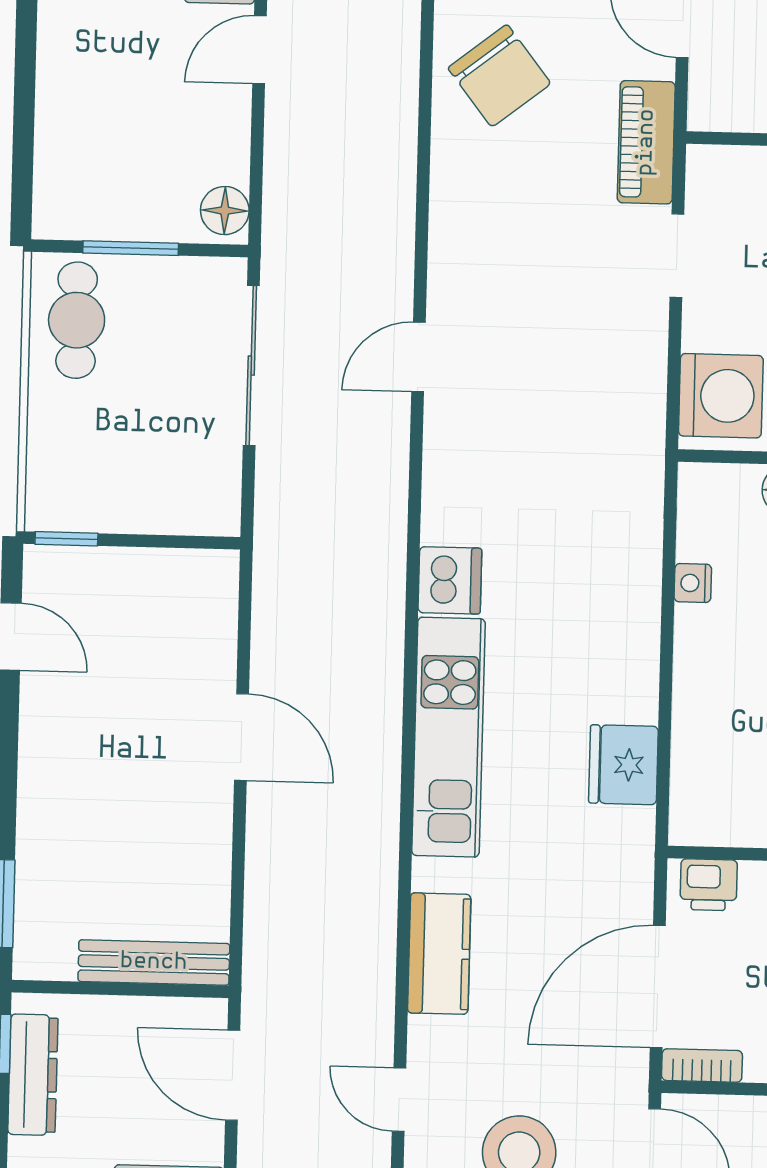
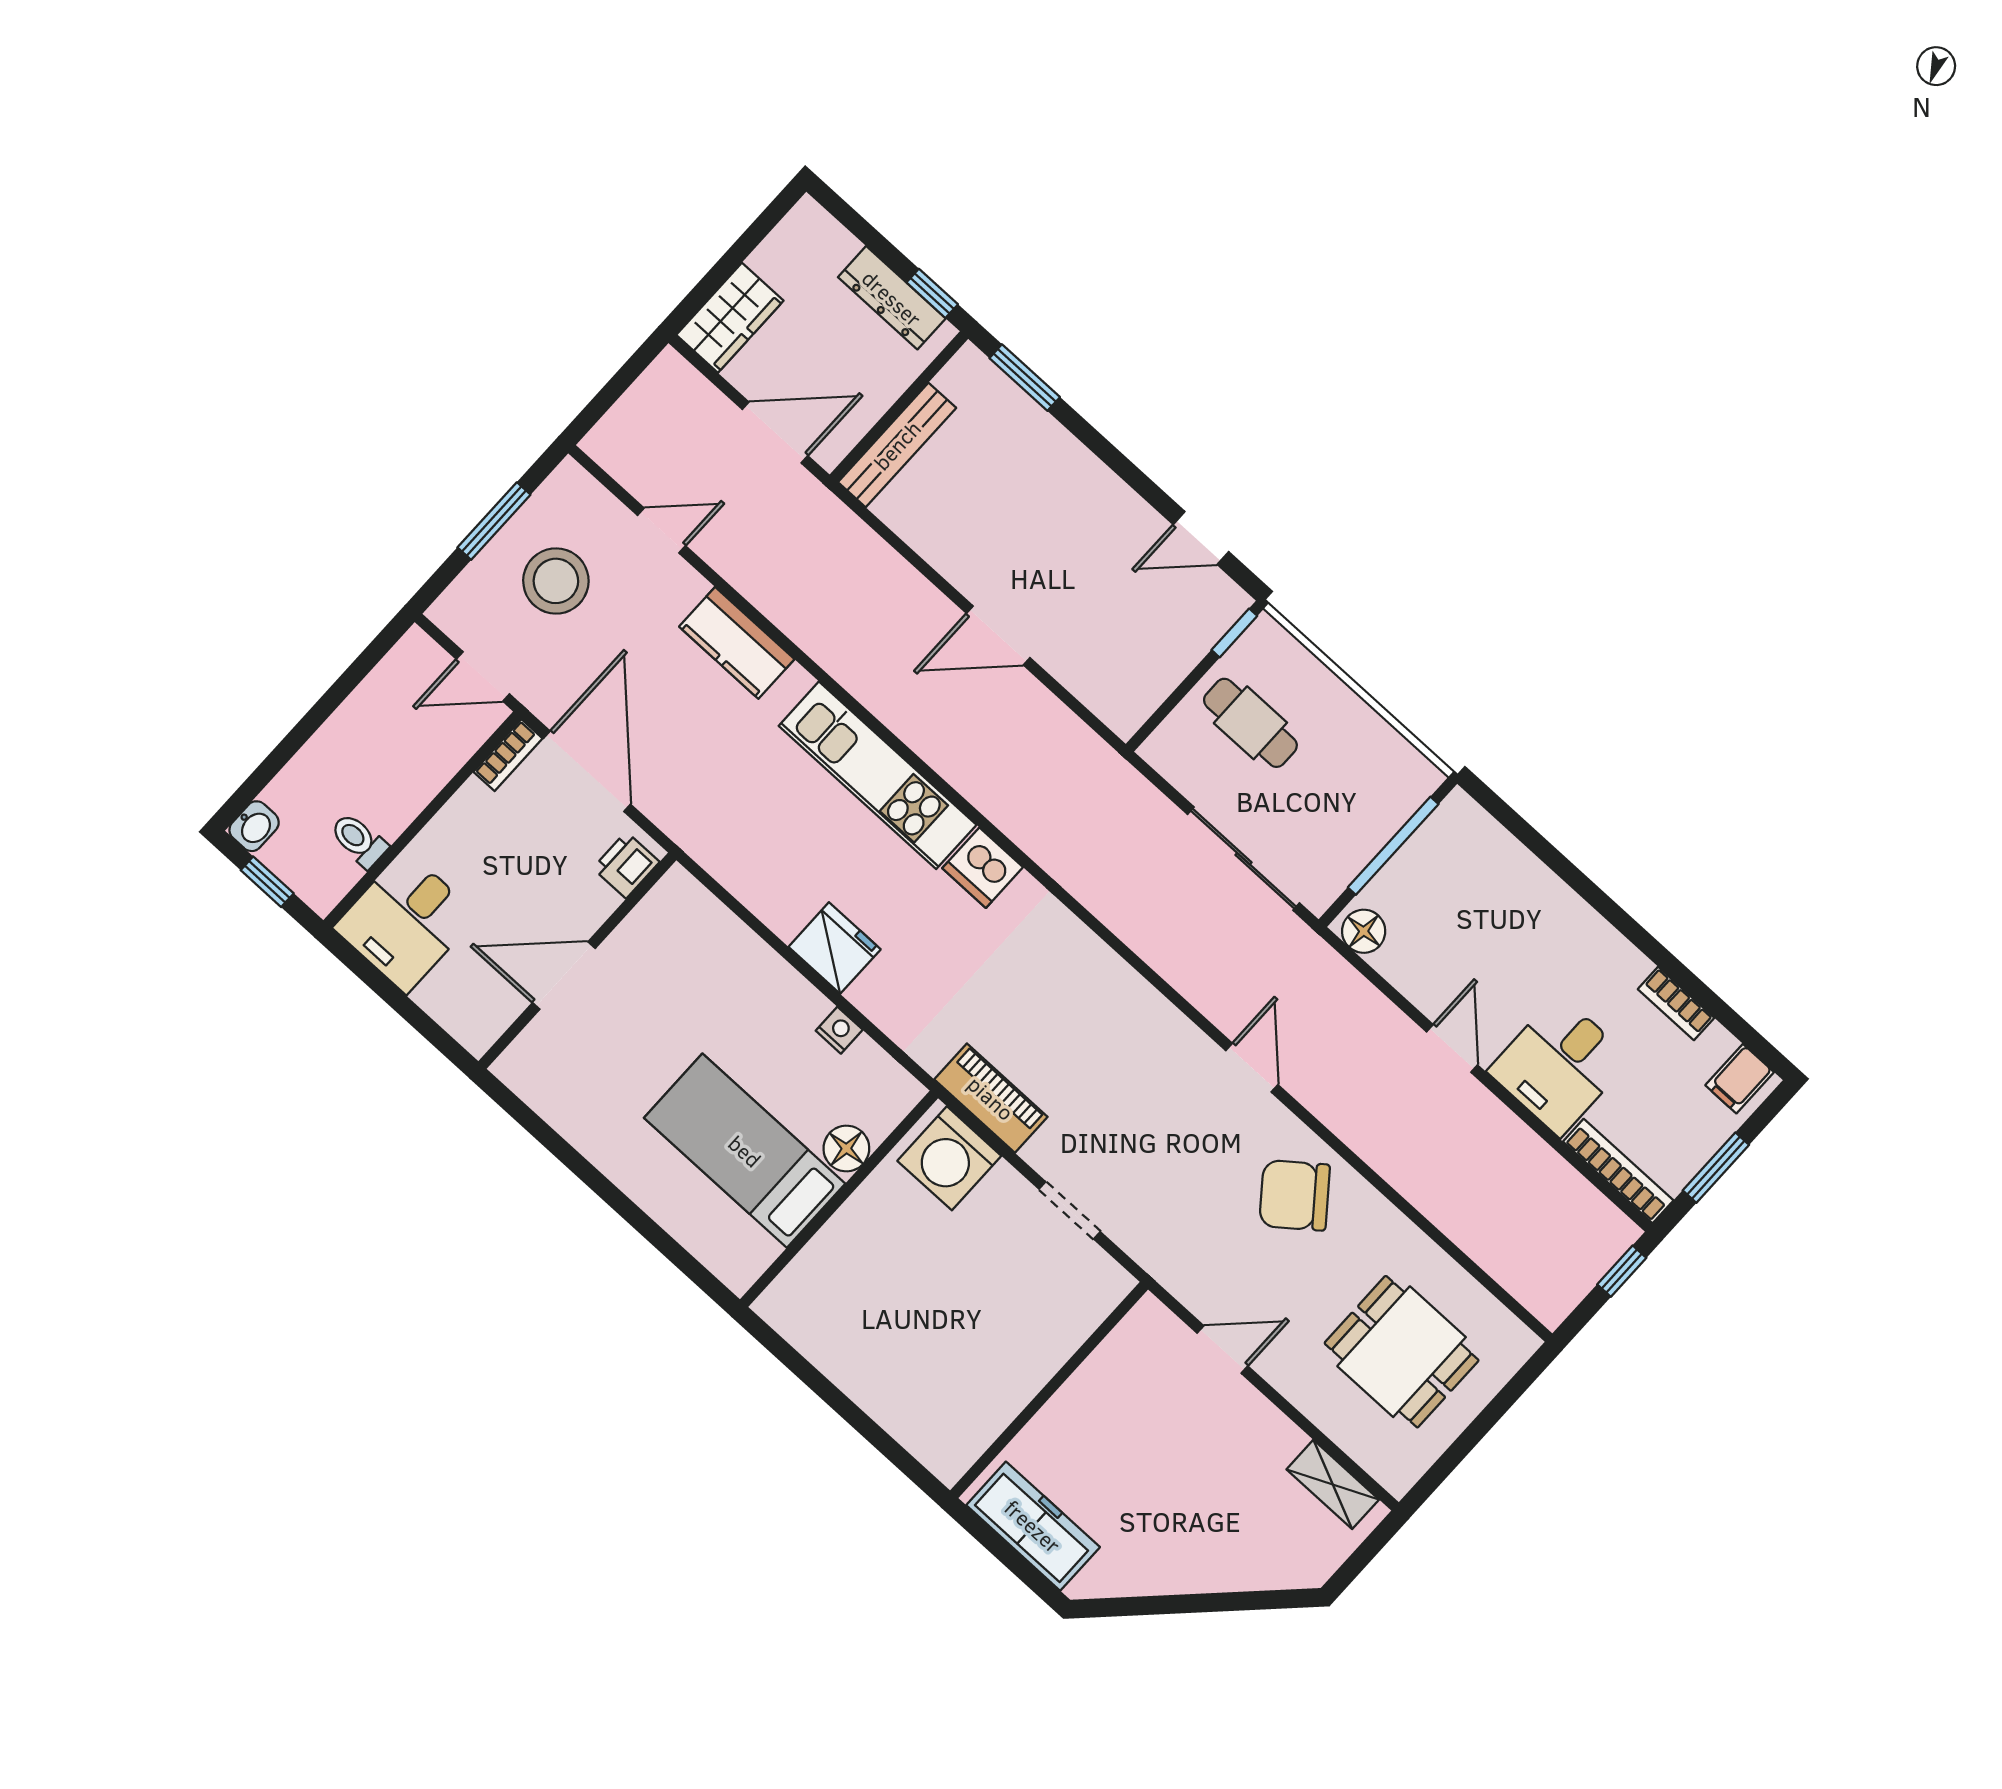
piano: (646, 142) -> (991, 1098), moved
window: (131, 248) -> (1393, 846), width x1.44
cafe table: (77, 320) -> (1250, 723), moved
door: (418, 357) -> (1252, 1068), moved
fridge: (623, 765) -> (835, 948), moved

